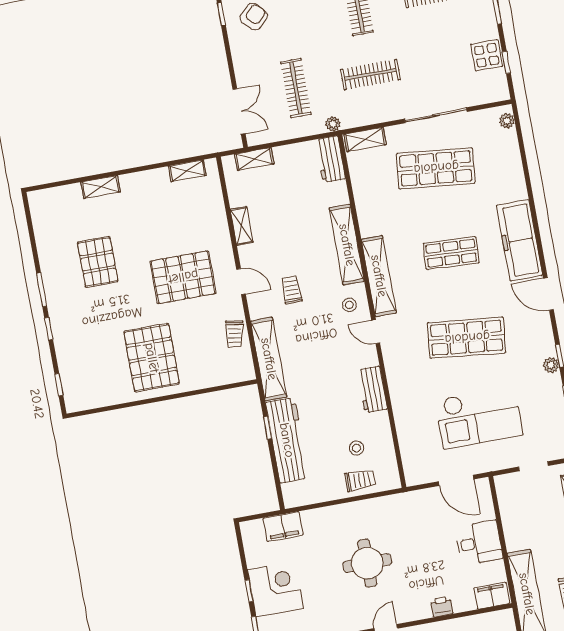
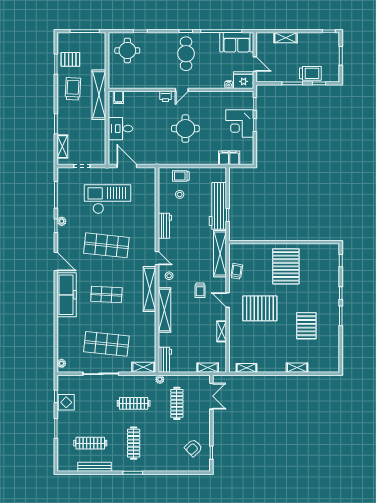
double door: (239, 111) -> (211, 396), swing flipped
filing cabinet: (492, 596) -> (119, 97), width x0.50
printer: (442, 607) -> (166, 96), moved

